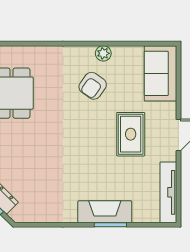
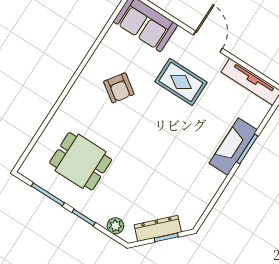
plant: (103, 53) -> (97, 61), removed

